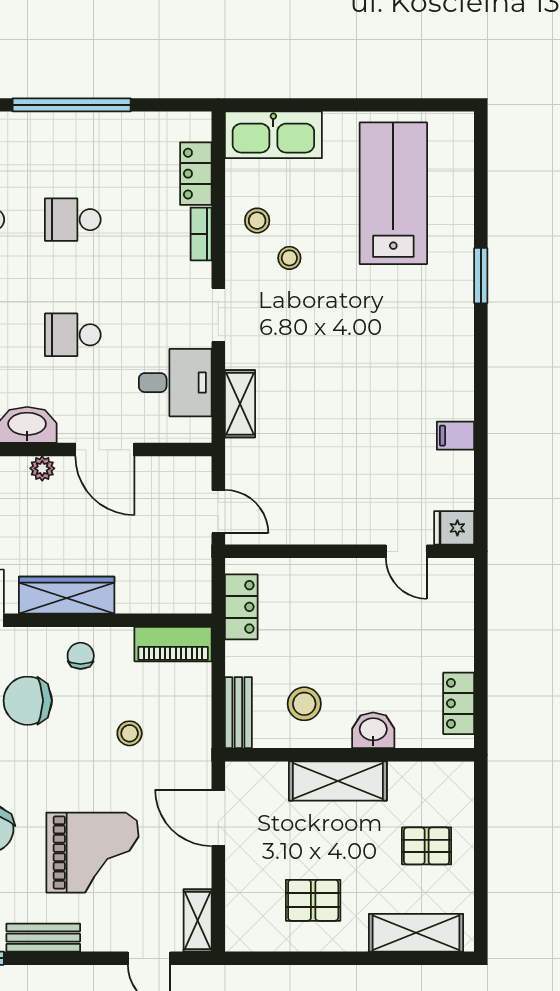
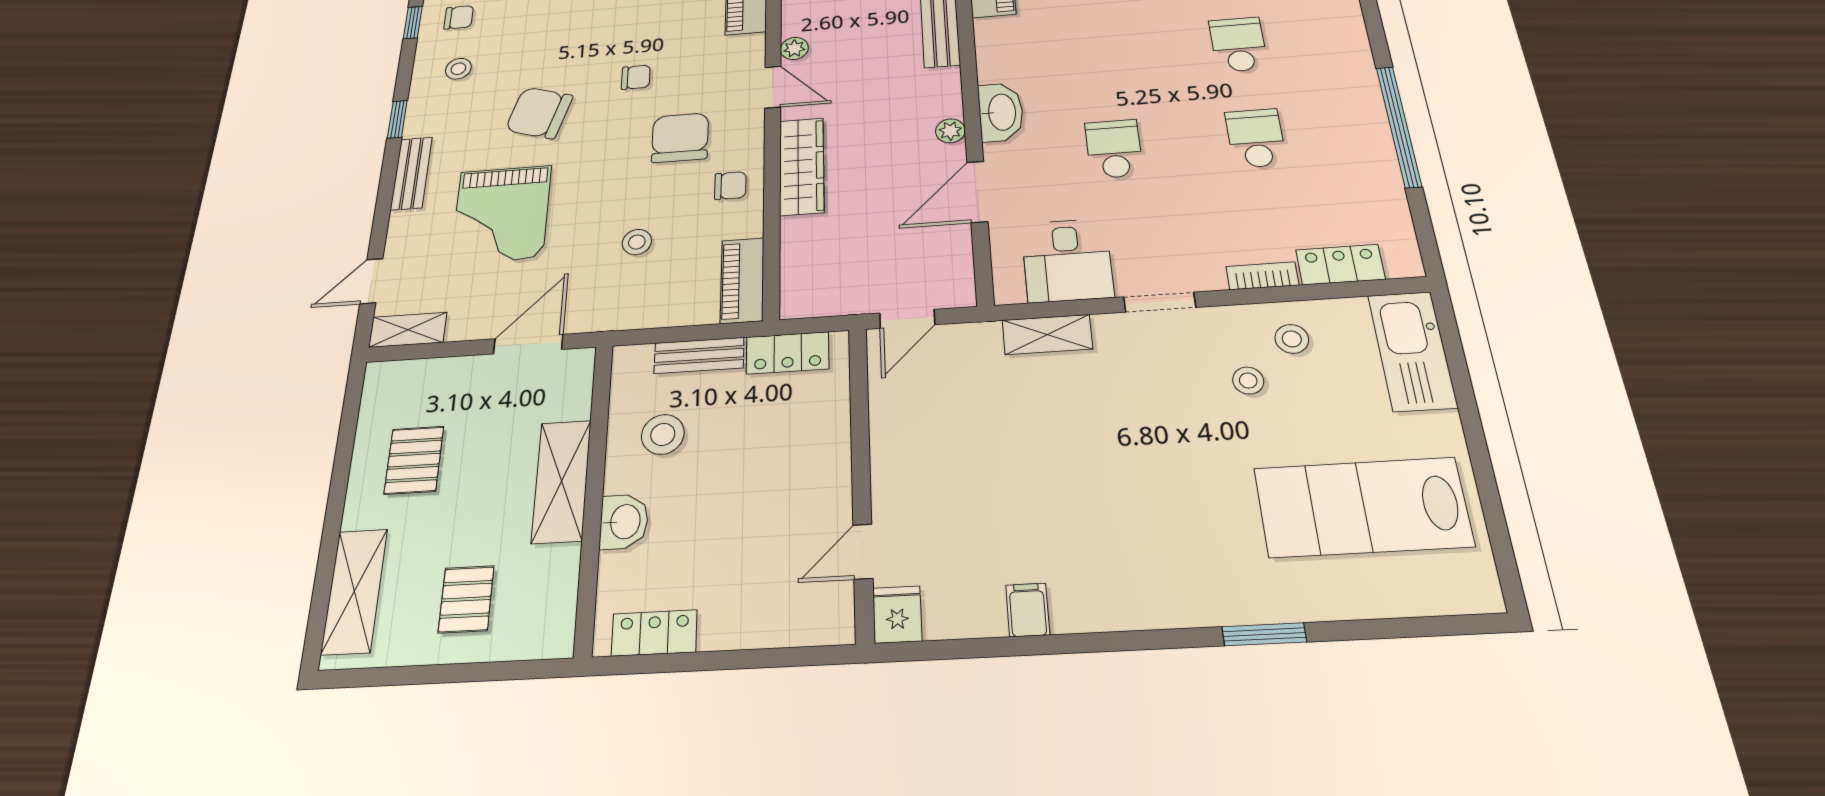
lab bench: (393, 193) -> (1363, 507), turned 180
bench: (238, 713) -> (699, 355), moved

